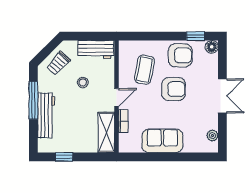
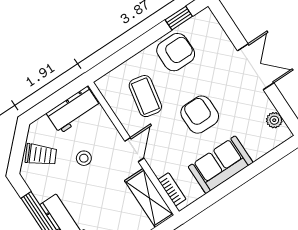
floor lamp: (212, 47) -> (206, 18), removed
trolley: (58, 63) -> (41, 155), turned -91
armchair: (174, 89) -> (200, 115), moved, turned -90
bookcase: (123, 121) -> (172, 189), moved

